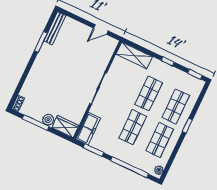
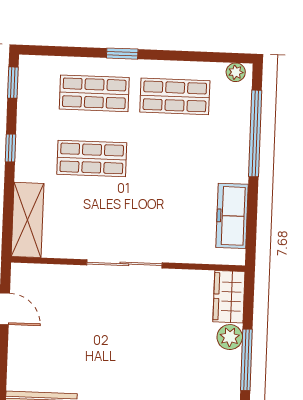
shop shelf: (133, 127) -> (172, 162), removed
freezer: (88, 129) -> (232, 216), moved, turned -90
window: (93, 150) -> (252, 221), removed

